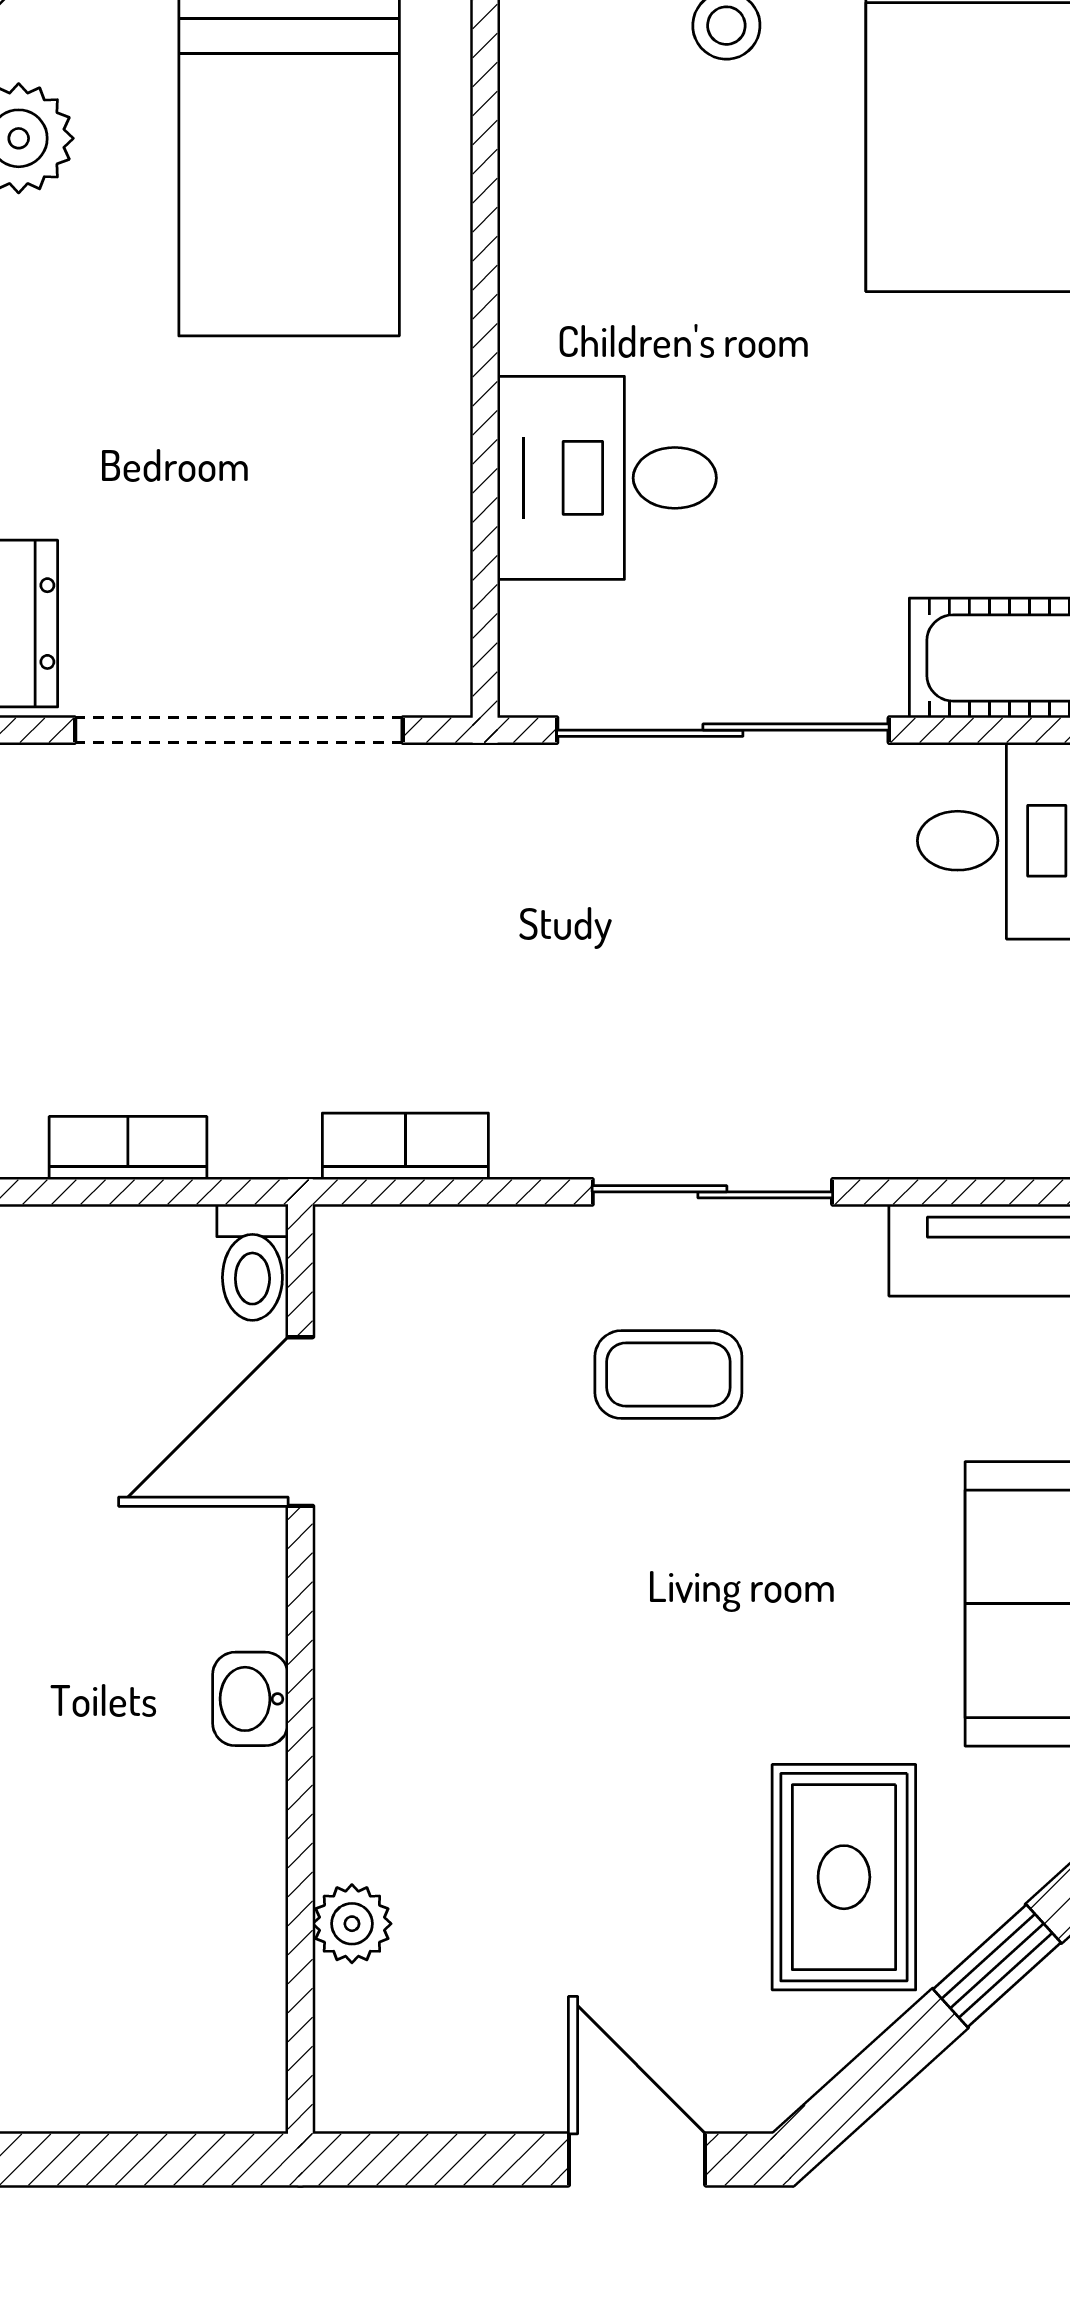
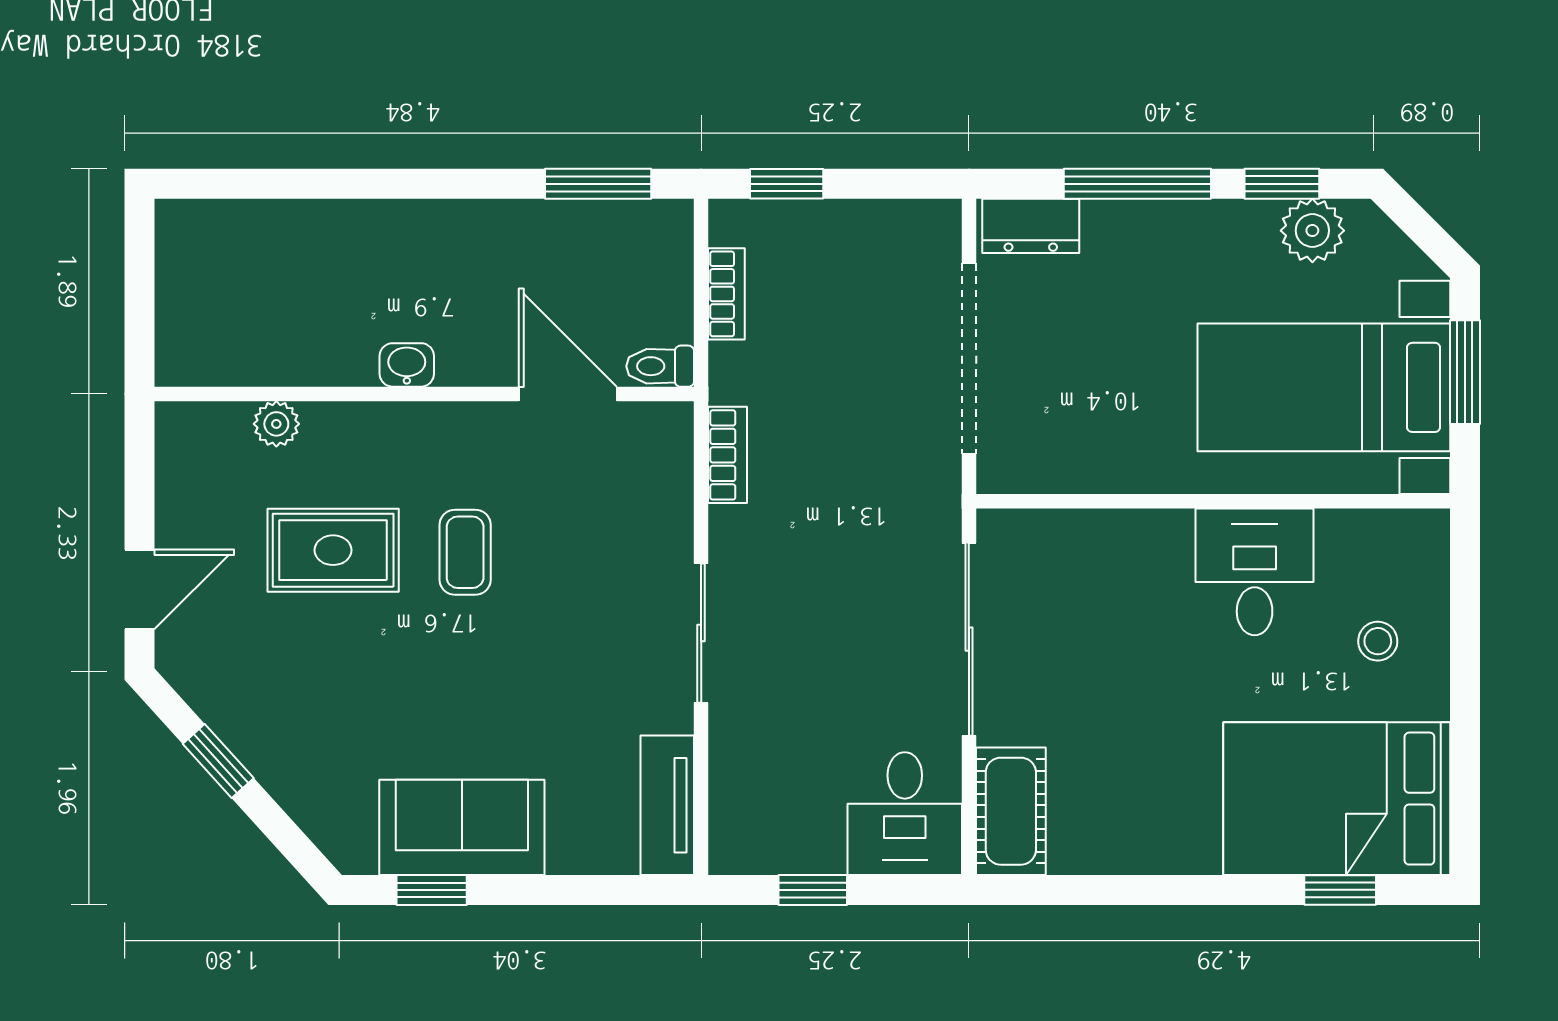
desk: (607, 478) -> (1255, 572), moved
coffee table: (668, 1375) -> (465, 552), moved
rug: (844, 1877) -> (333, 550), moved
window: (997, 1966) -> (218, 761), moved

